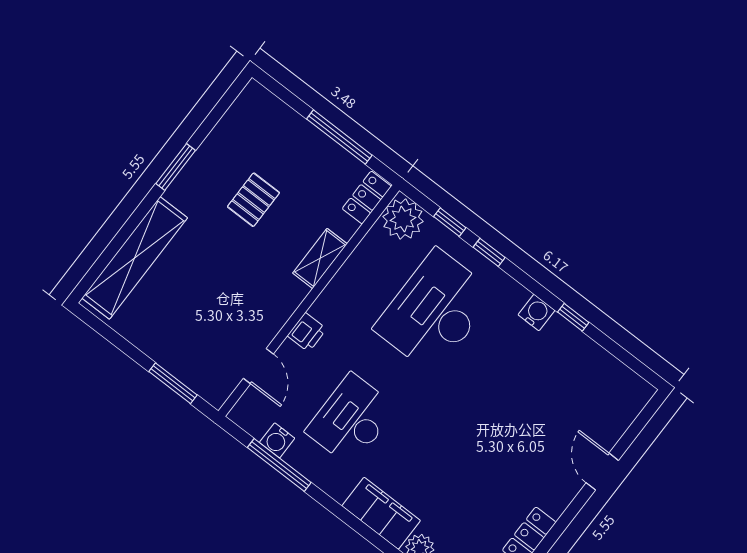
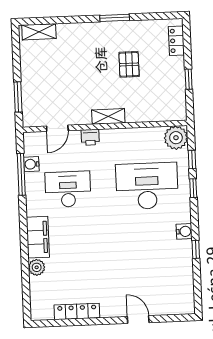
window: (339, 137) -> (189, 79), width x0.46
locker: (367, 198) -> (176, 41), moved, turned -90
pallet: (253, 200) -> (129, 64), turned 90
shelving: (135, 258) -> (39, 32), width x0.45, depth x0.75
shelving: (320, 258) -> (108, 116), moved
door: (602, 472) -> (138, 320), hinge flipped

